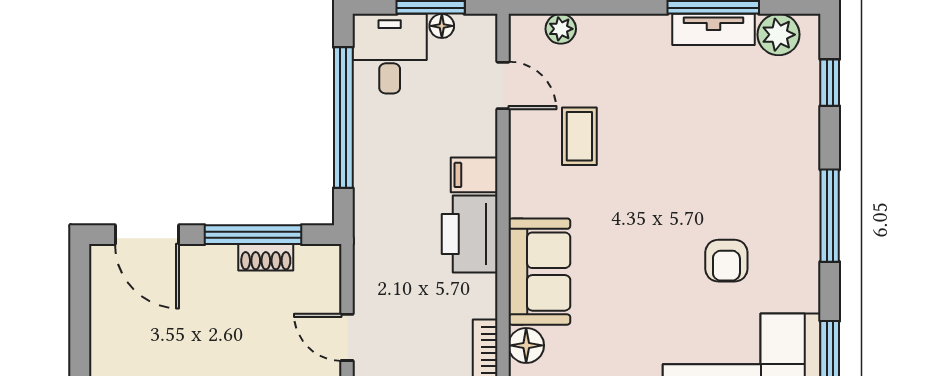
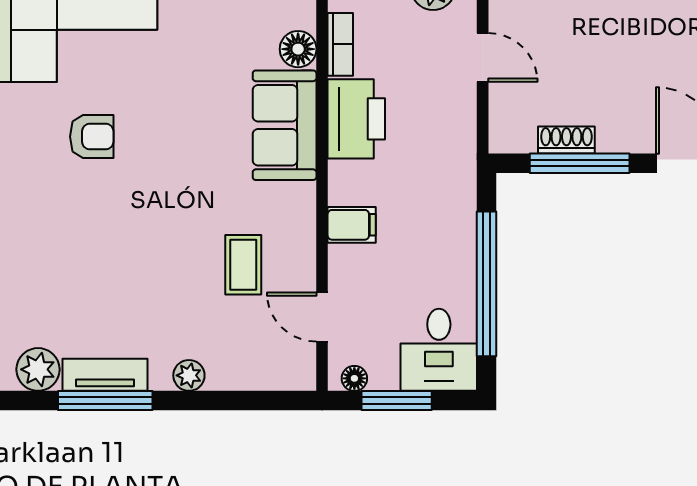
floor lamp: (442, 26) -> (354, 378), moved
plant: (561, 29) -> (189, 375), moved
printer: (470, 234) -> (356, 119), moved
armchair: (726, 261) -> (92, 137), turned 90

